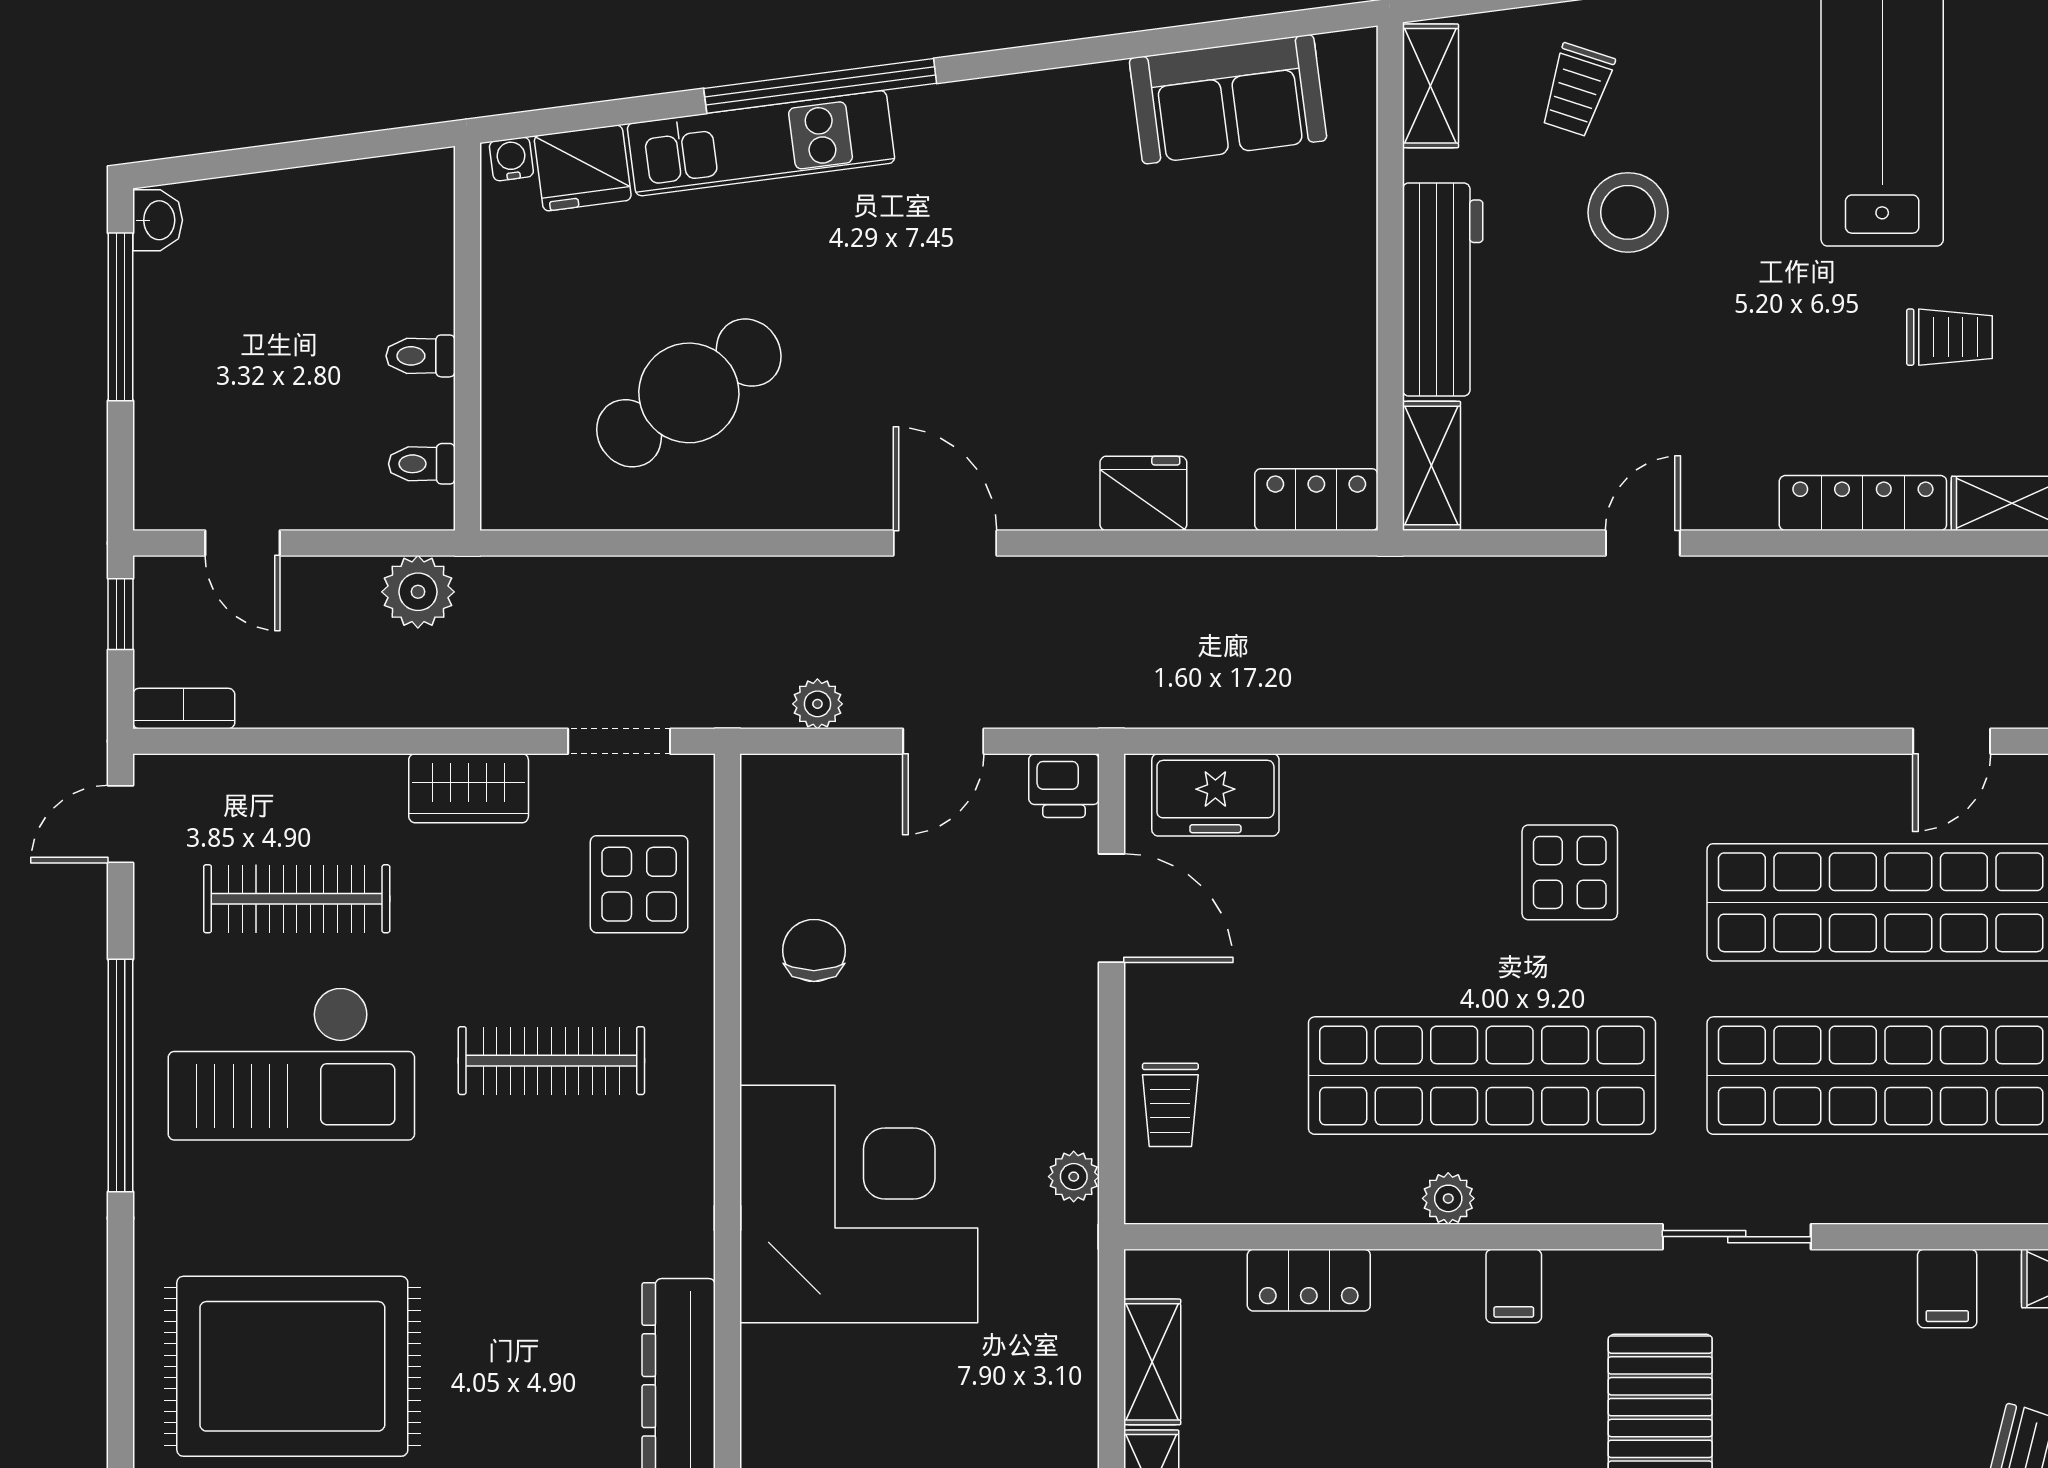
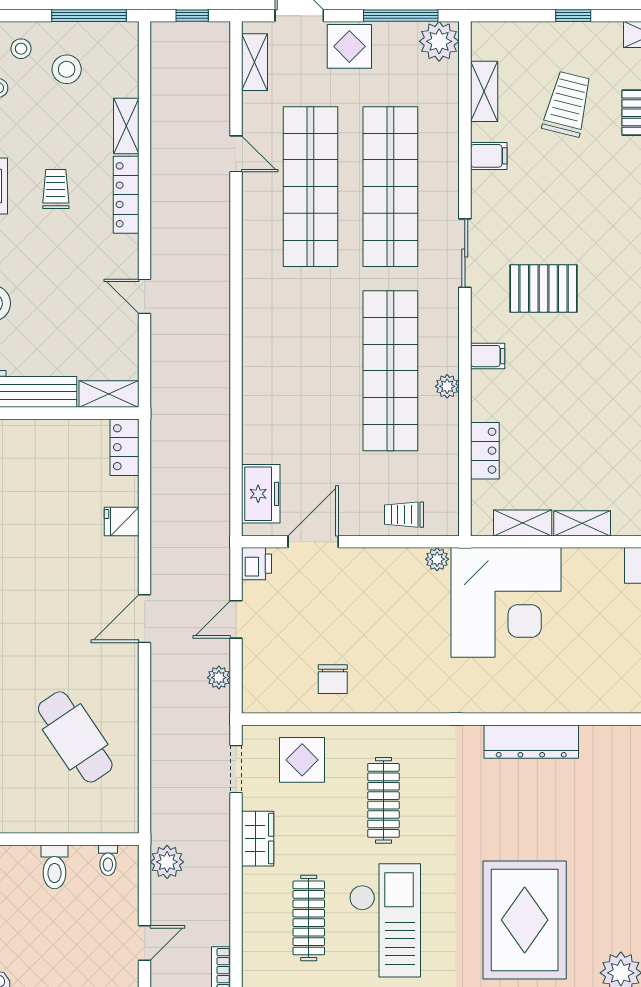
trolley: (1949, 337) -> (56, 189), moved
toilet: (421, 356) -> (54, 867), width x1.37, depth x1.39
fridge: (1143, 493) -> (122, 522), width x0.72
door: (943, 741) -> (236, 619), swing flipped
display table: (1570, 872) -> (297, 330), removed
chair: (814, 951) -> (333, 679), turned -90
trolley: (1170, 1105) -> (404, 515), turned 180
corner desk: (859, 1204) -> (506, 602), moved, turned 180

